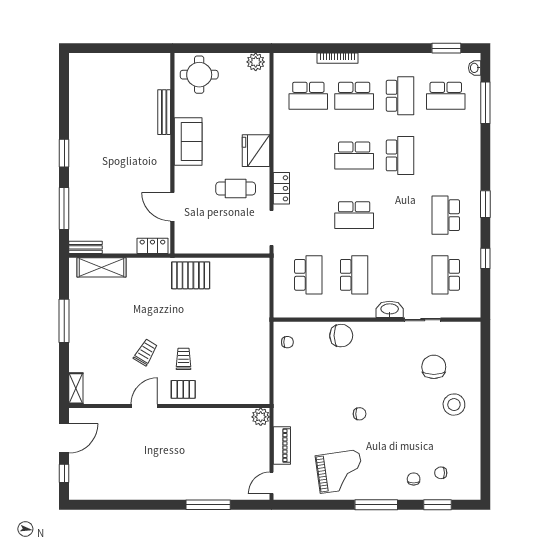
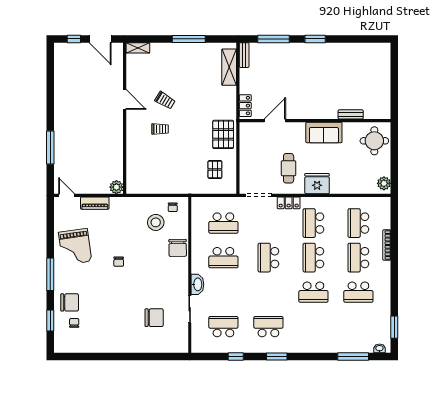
school desk: (446, 96) -> (313, 223), moved
bench: (164, 112) -> (351, 114), width x0.73
pallet: (183, 389) -> (215, 169), moved
stool: (454, 405) -> (156, 222), moved
chair: (414, 479) -> (70, 302), width x1.87, depth x1.87

